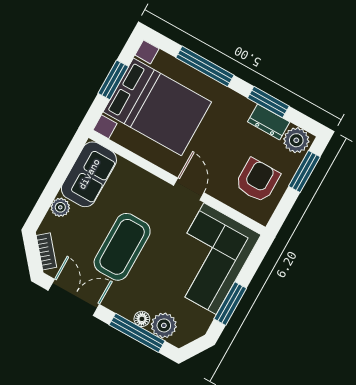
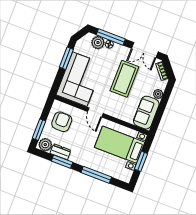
bed with nightstands: (157, 107) -> (120, 145), width x0.73
armchair: (257, 180) -> (62, 122), turned 180

